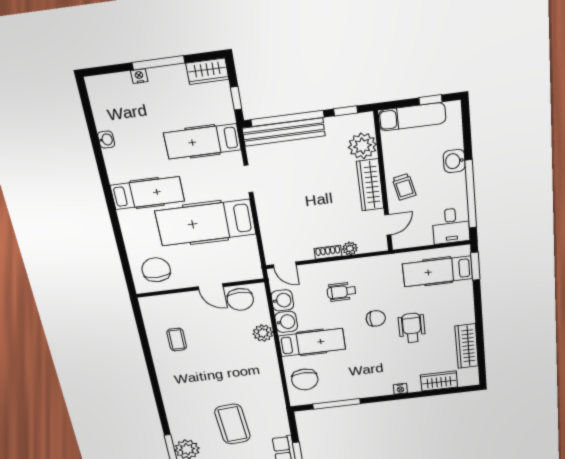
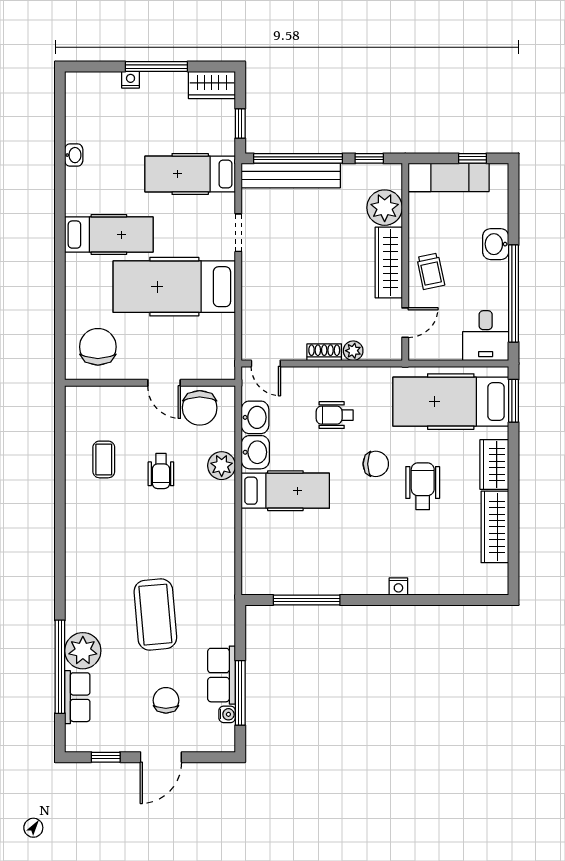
hospital bed: (438, 271) -> (451, 402), width x1.37, depth x1.29
wheelchair: (219, 341) -> (161, 471), added
chair: (305, 379) -> (268, 551), removed
wardrobe: (439, 381) -> (494, 464), moved, turned -90

